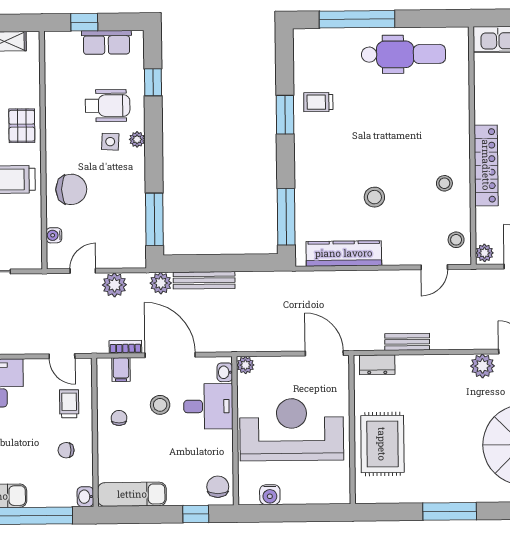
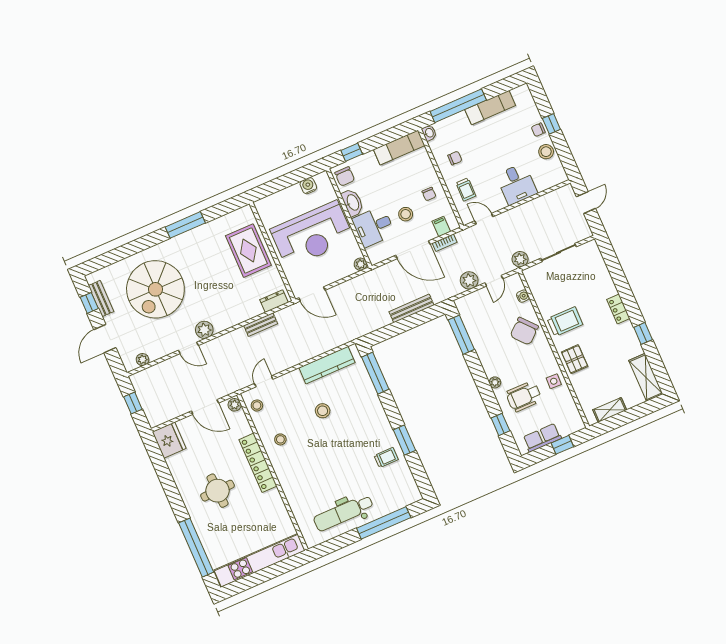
side table: (110, 142) -> (554, 381), moved
chair: (71, 189) -> (524, 331), turned -41
plant: (161, 283) -> (520, 259), moved
washbasin: (225, 372) -> (353, 203), moved, width x1.91, depth x1.45

